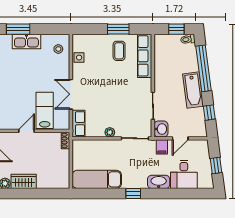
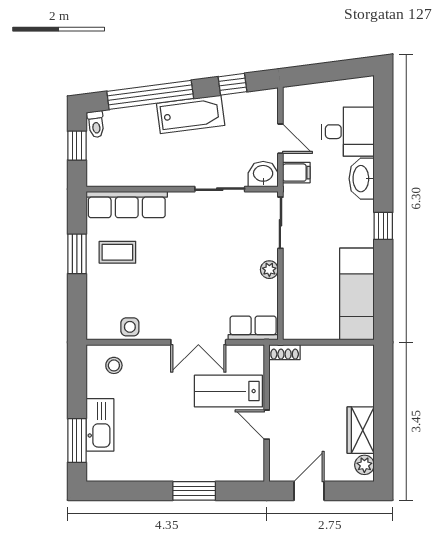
window: (216, 166) -> (331, 71), removed

